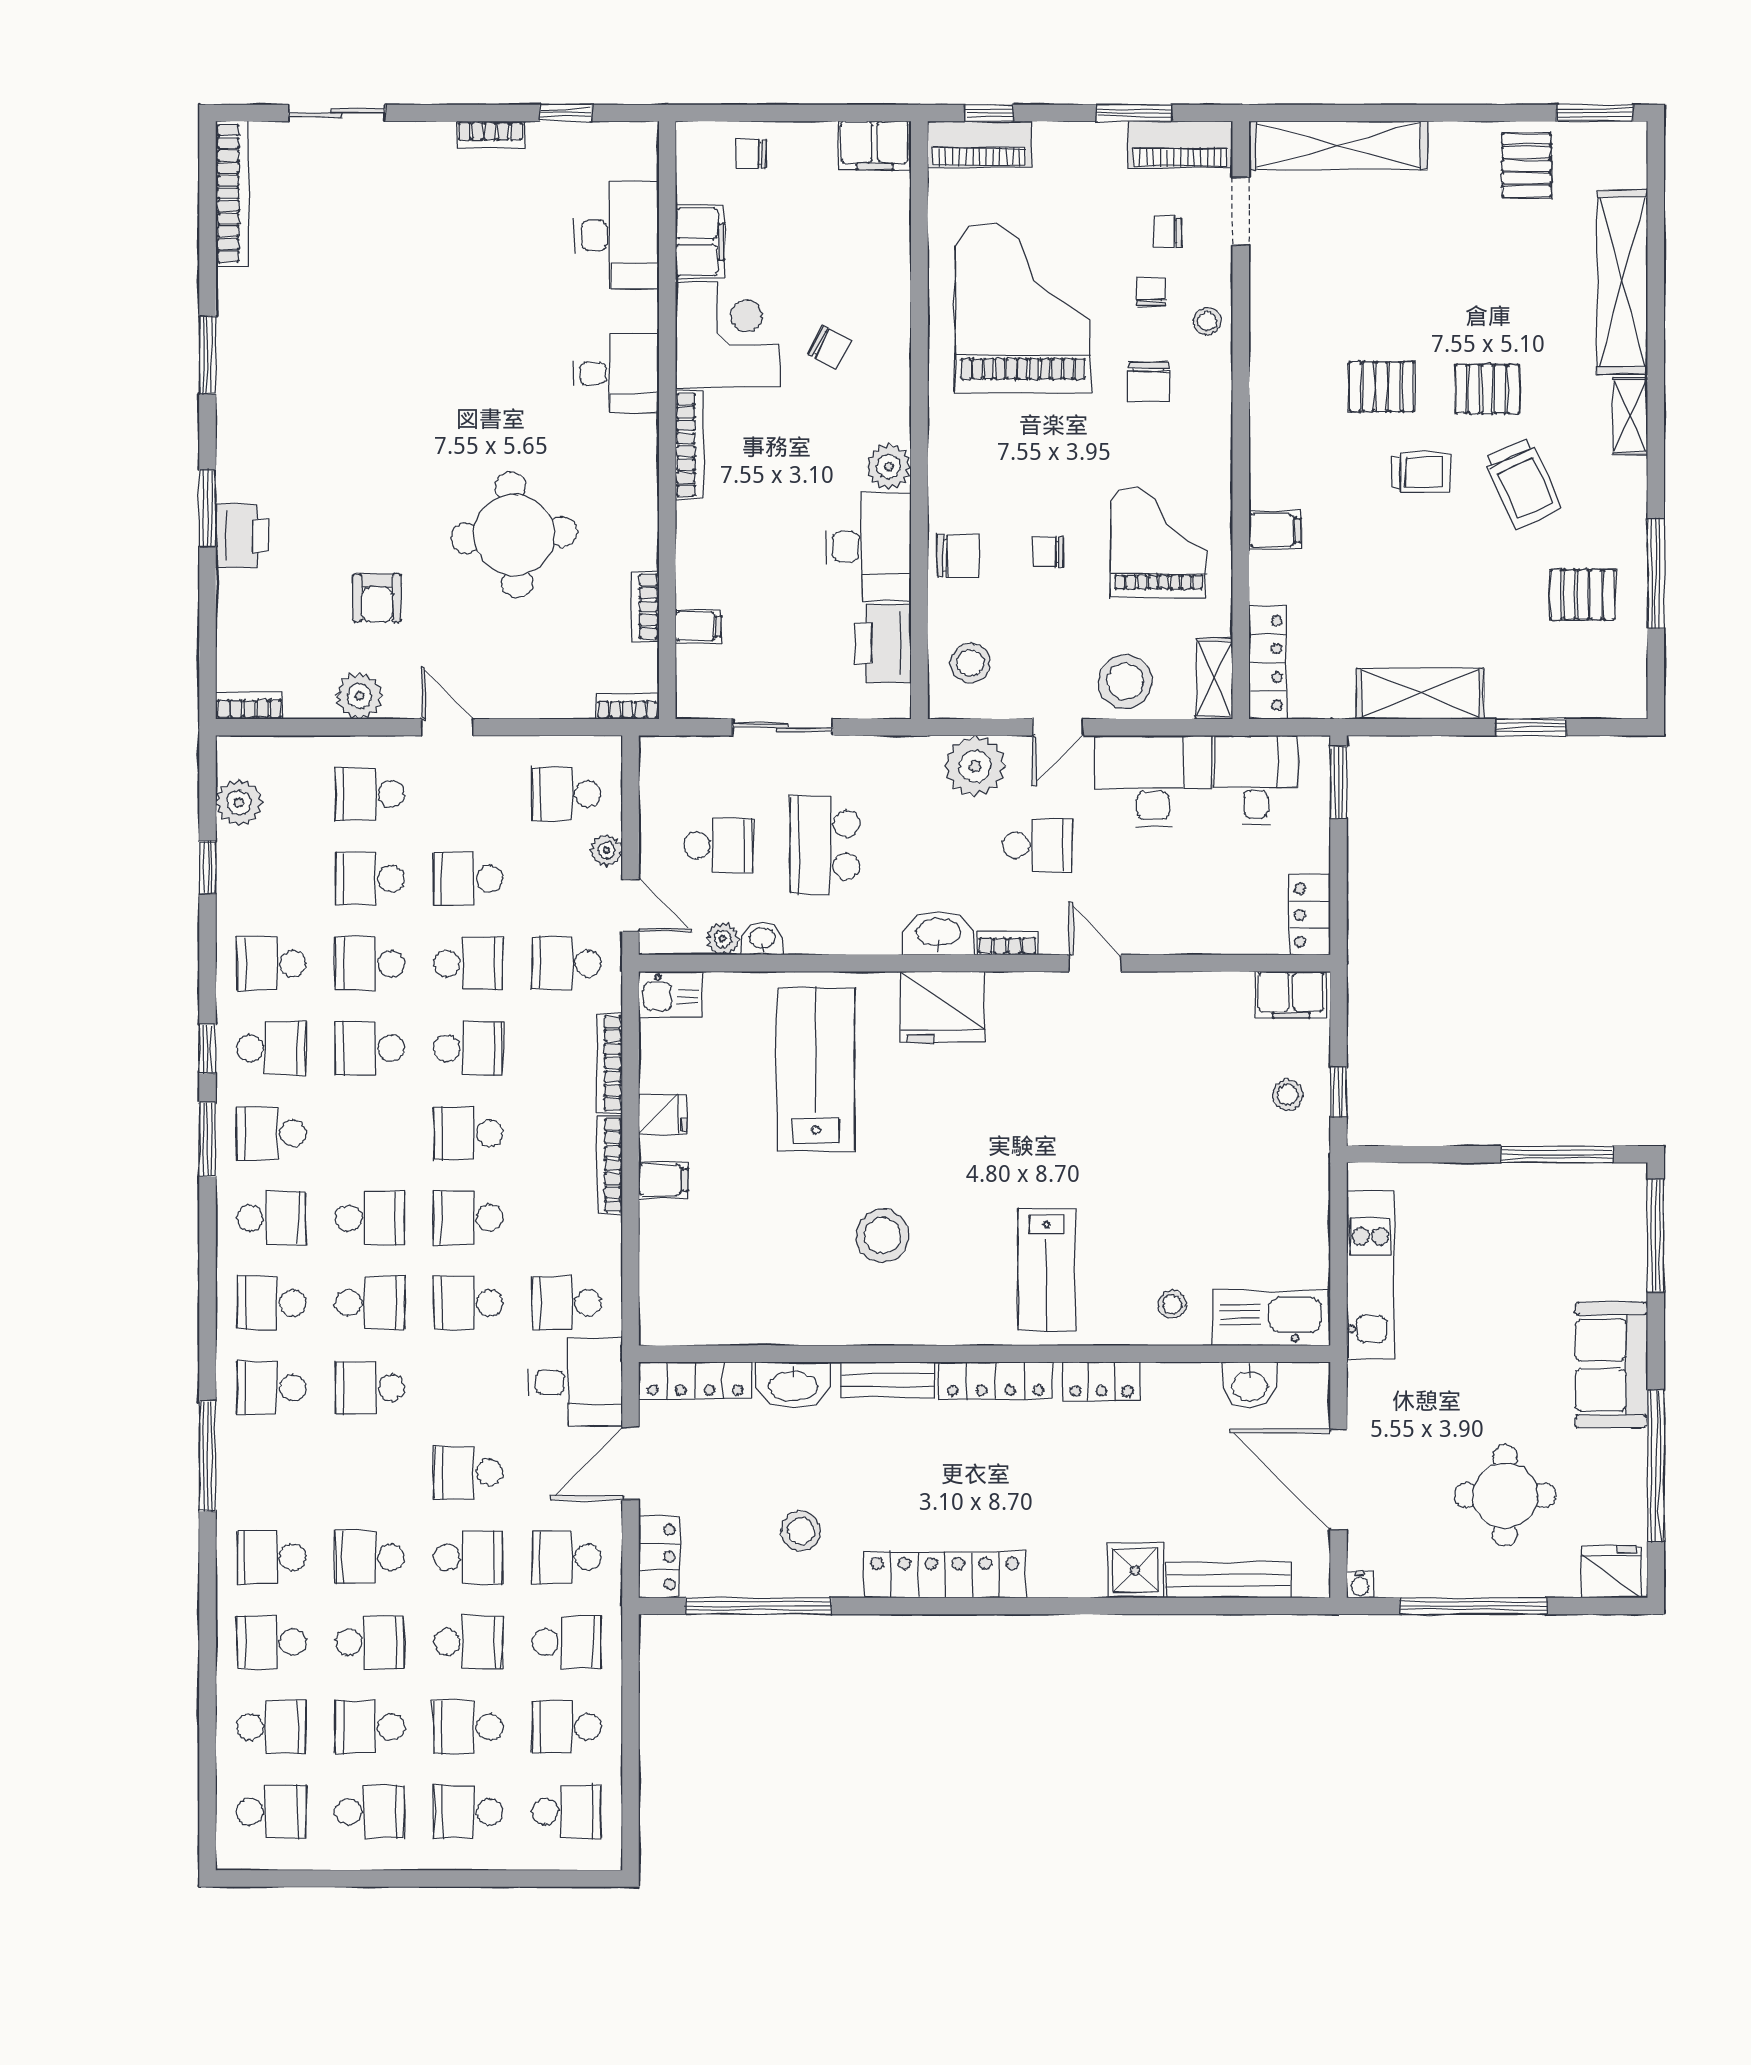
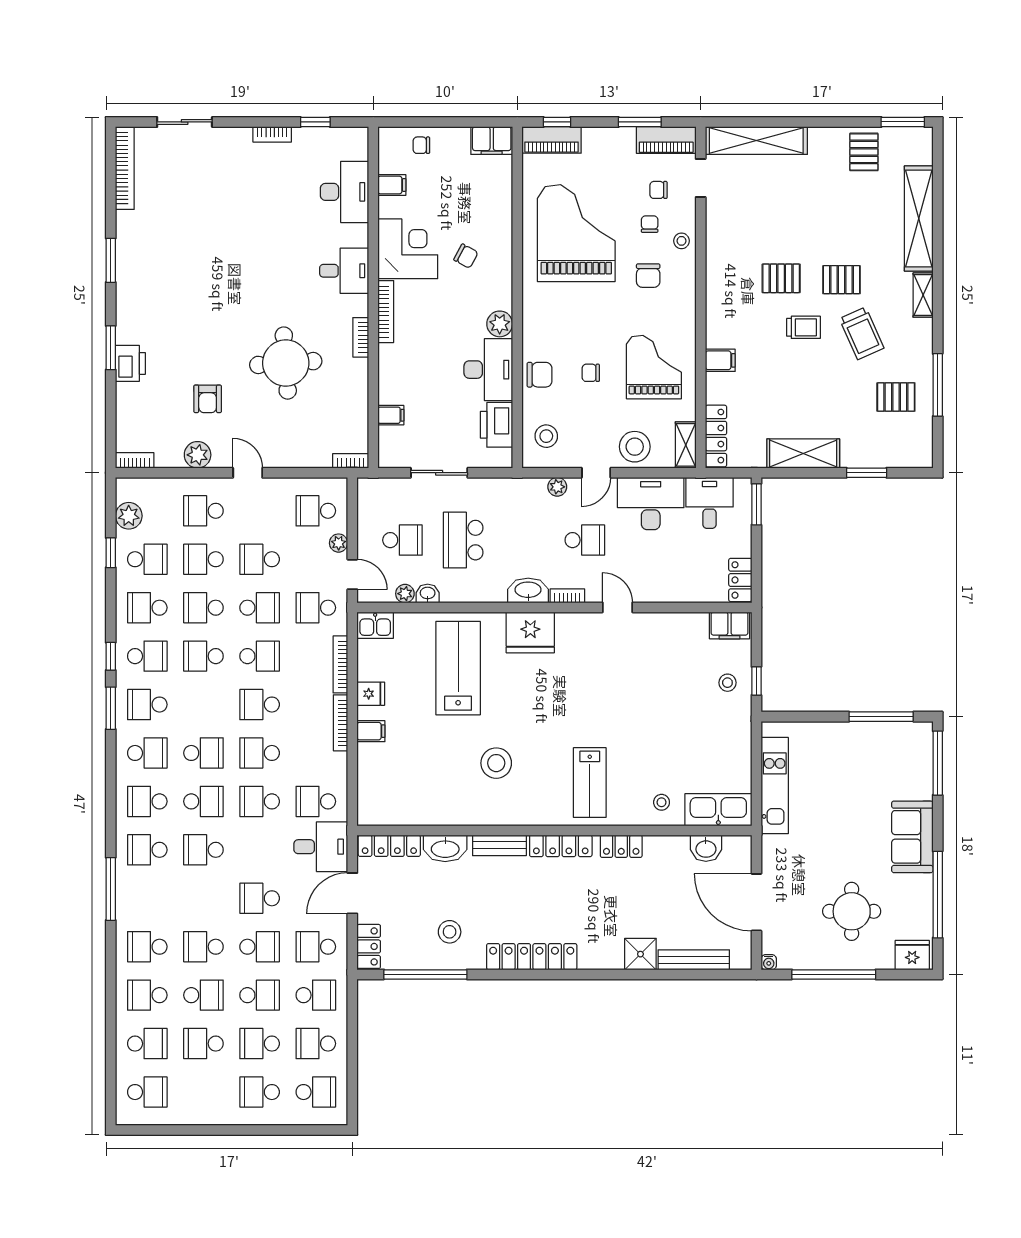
filing cabinet: (700, 242) -> (392, 185), width x0.50
bookcase: (645, 607) -> (361, 337), moved
plant: (975, 766) -> (557, 487), width x0.53, depth x0.53
school desk: (370, 1812) -> (147, 559), moved

